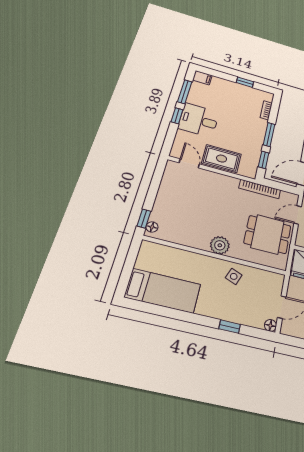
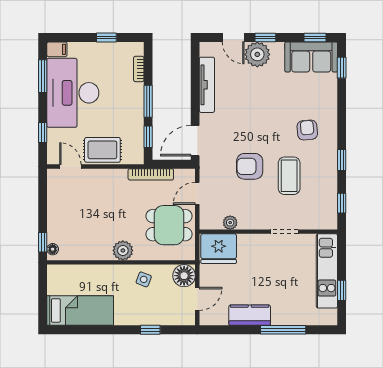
window: (177, 116) -> (43, 133), moved
desk: (199, 120) -> (73, 93), width x1.87, depth x1.30
floor lamp: (270, 325) -> (184, 276), moved, width x1.89, depth x1.89

